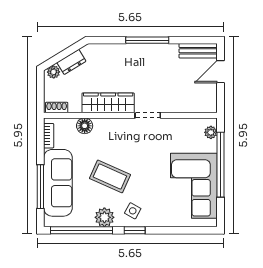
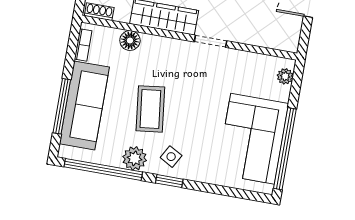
window: (220, 165) -> (285, 149), moved
coffee table: (110, 176) -> (150, 109), turned 59

